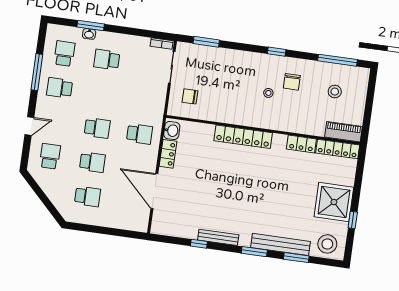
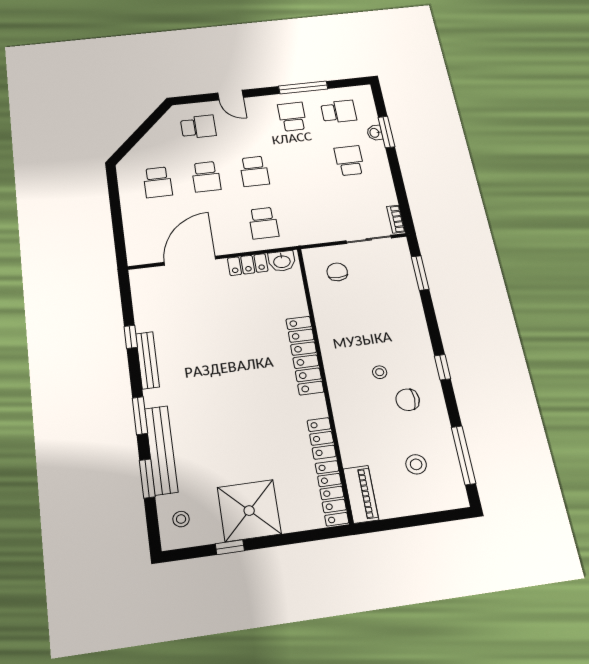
stool: (327, 244) -> (181, 519), width x0.53, depth x0.53

